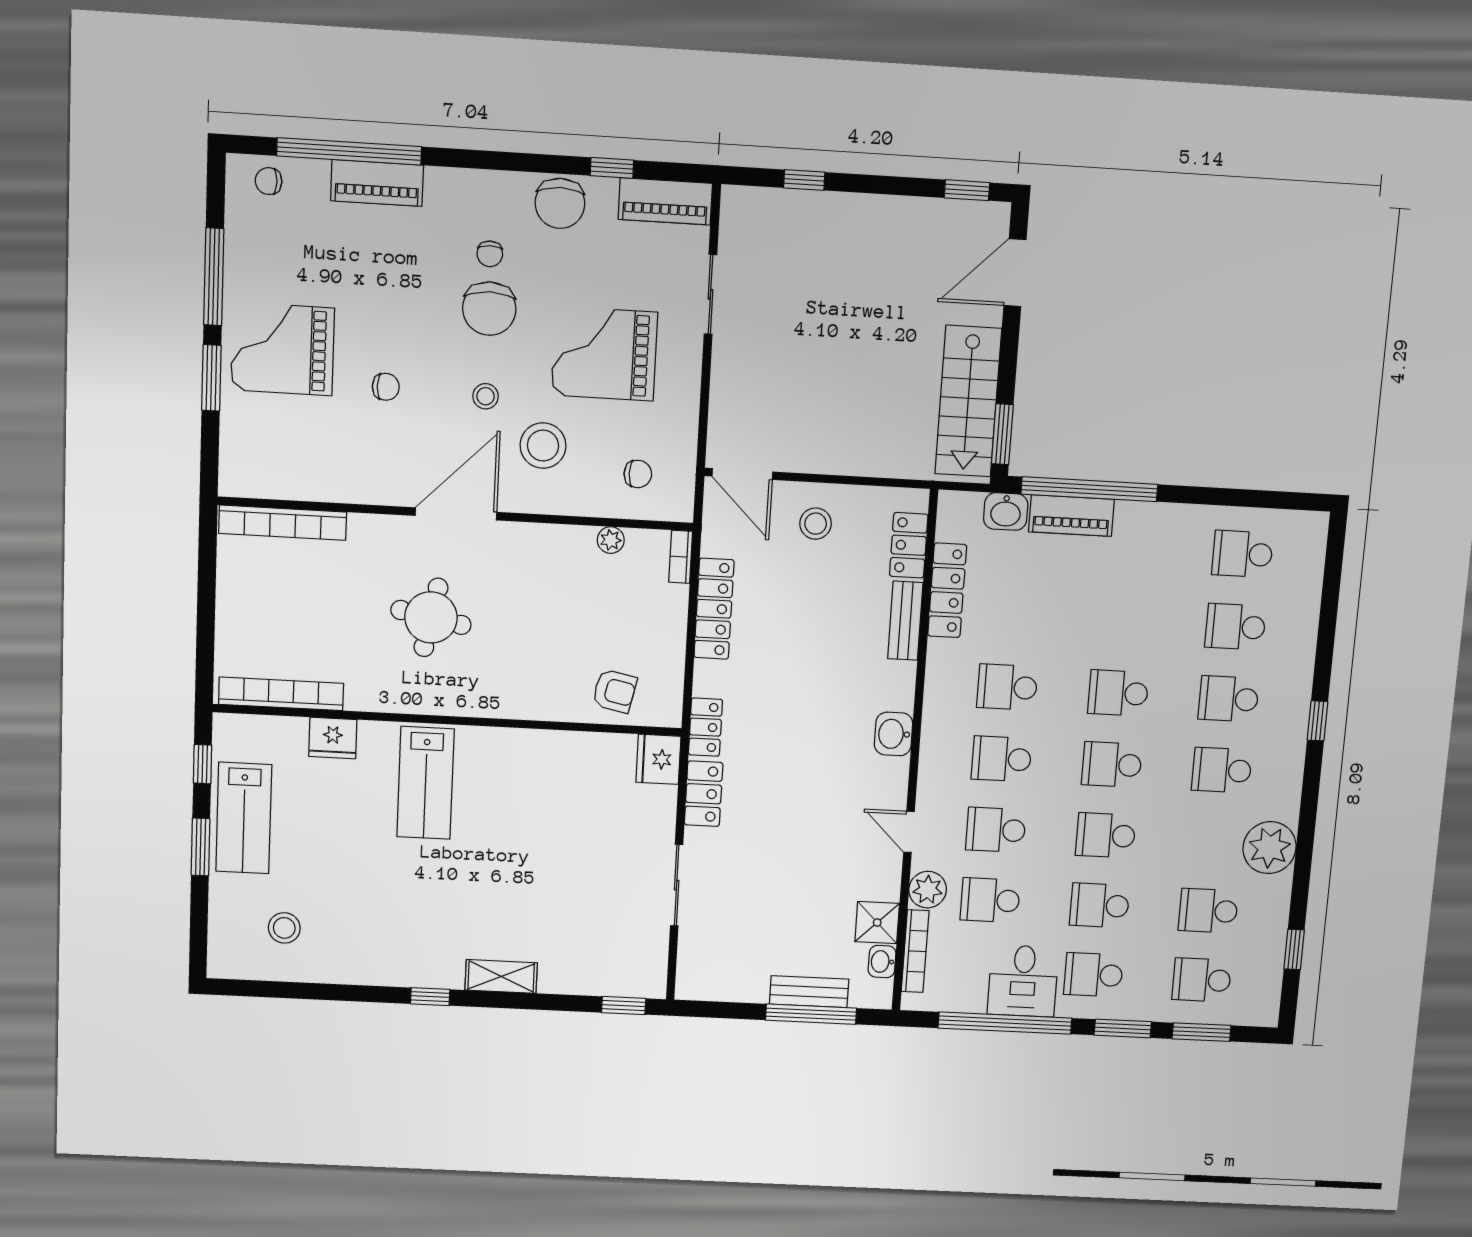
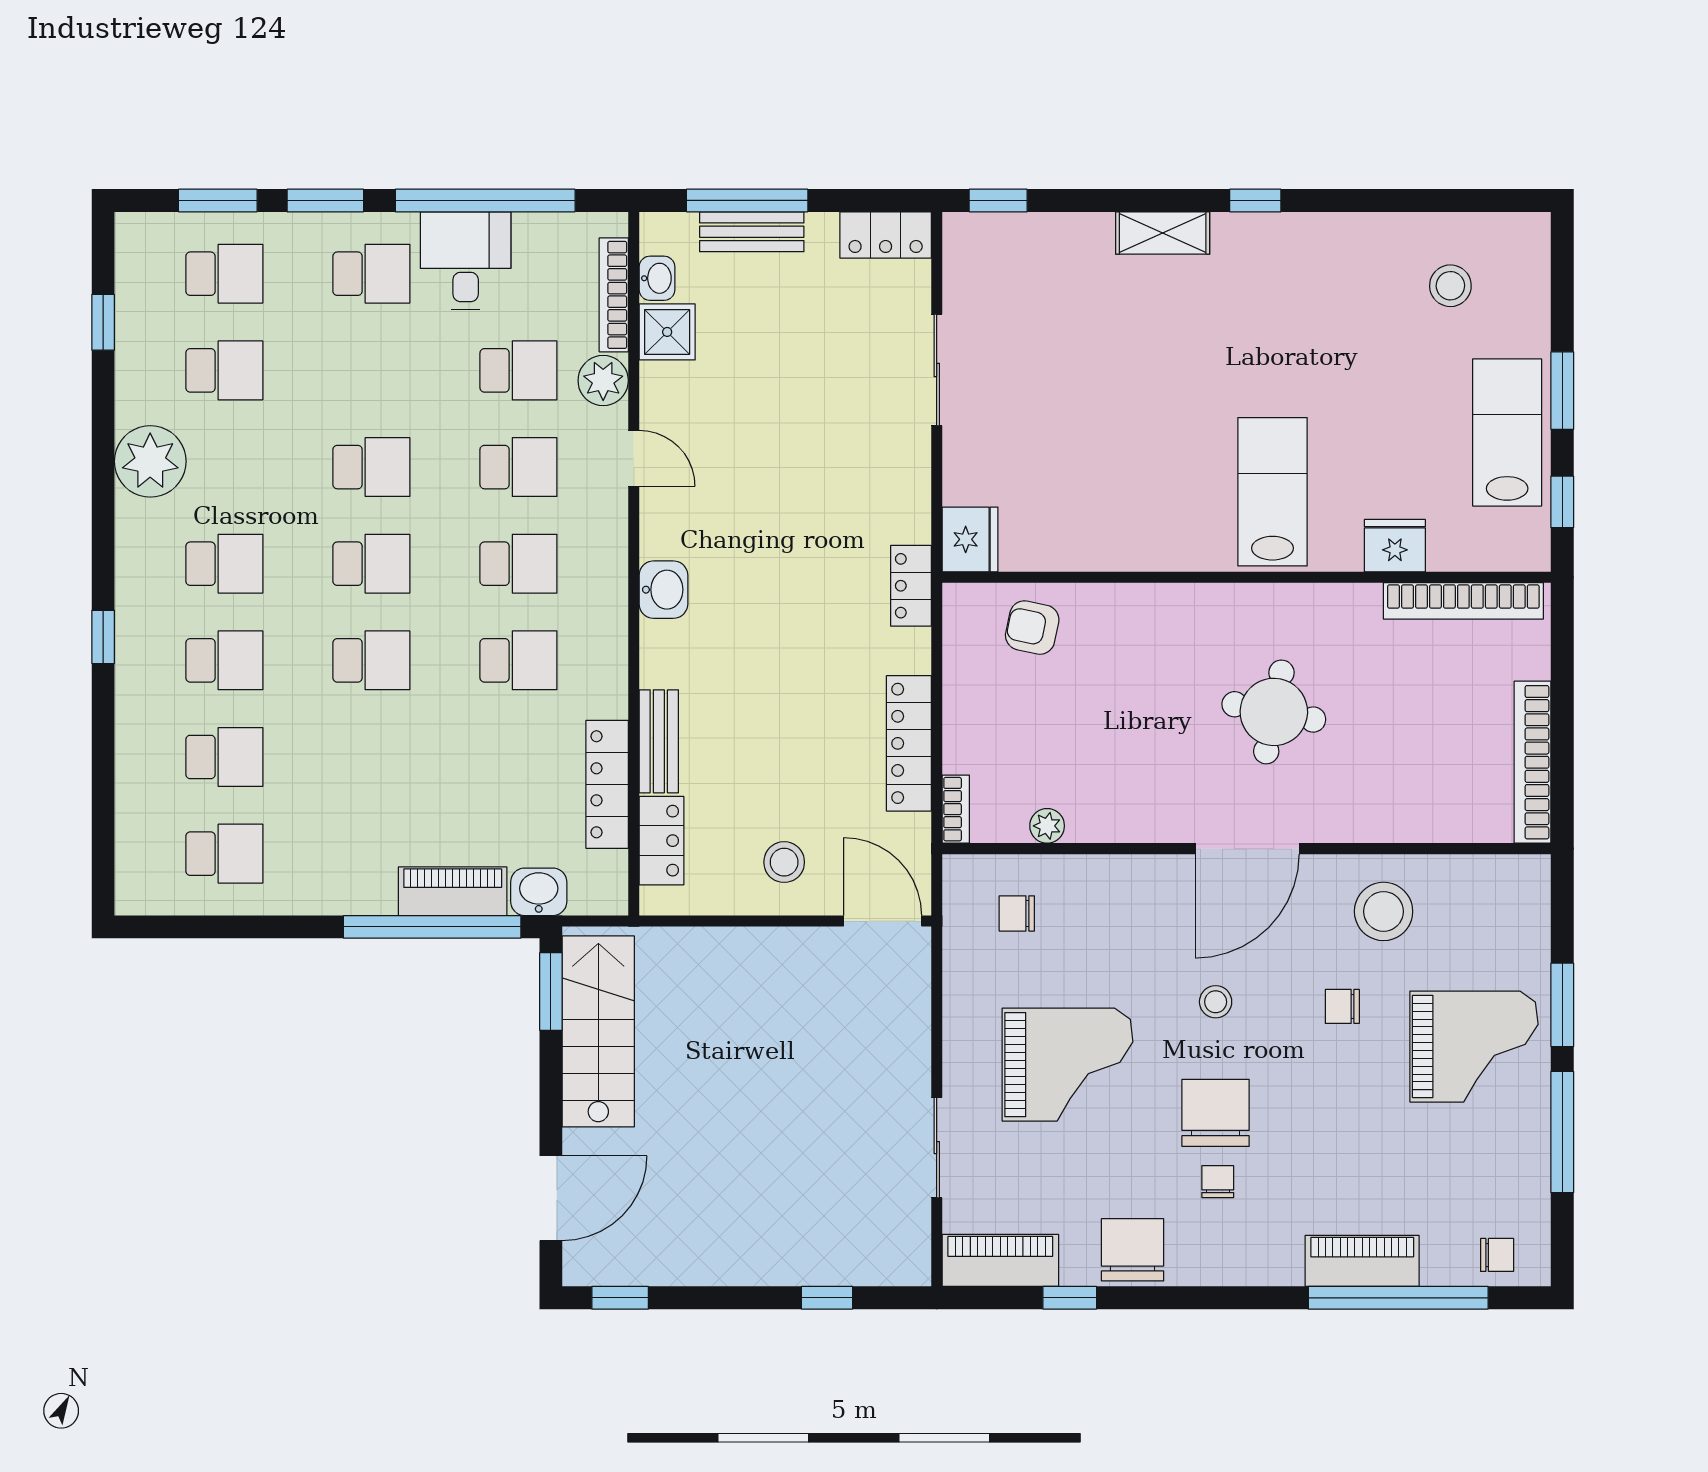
stool: (543, 446) -> (1384, 911), moved
bookcase: (283, 523) -> (1533, 762), moved, turned -90
locker: (704, 794) -> (886, 235), moved, turned -90
school desk: (1100, 905) -> (371, 370), removed

